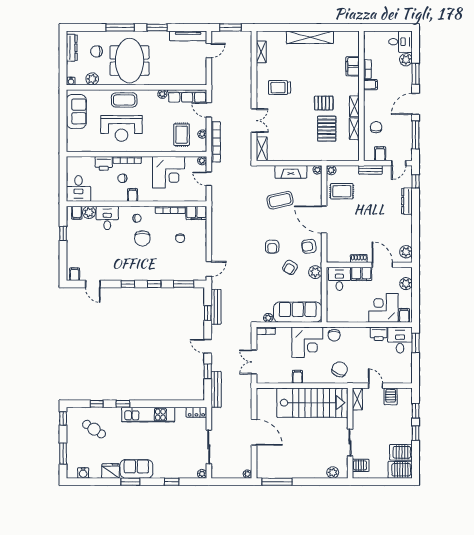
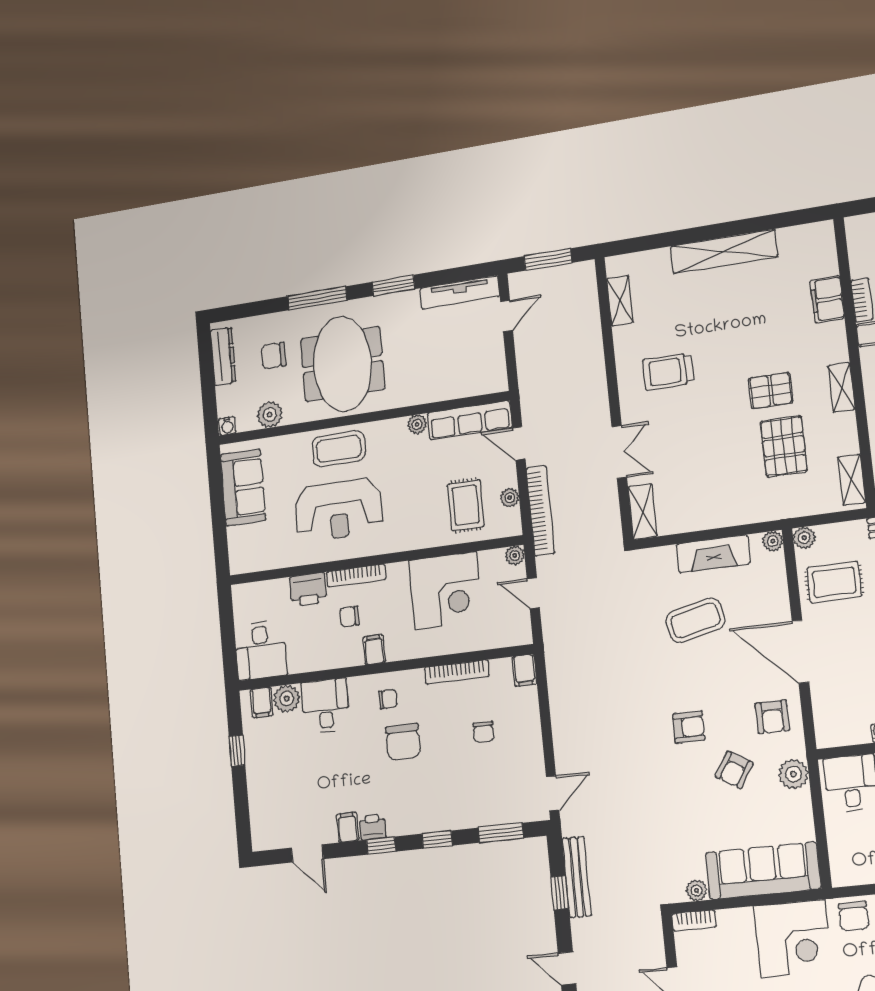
shelving: (354, 129) -> (852, 480), moved
filing cabinet: (196, 213) -> (525, 670), width x0.50
armchair: (309, 246) -> (772, 717), turned -82
armchair: (272, 247) -> (689, 727), turned -90
filing cabinet: (75, 274) -> (348, 827), moved
printer: (125, 275) -> (373, 827), added

